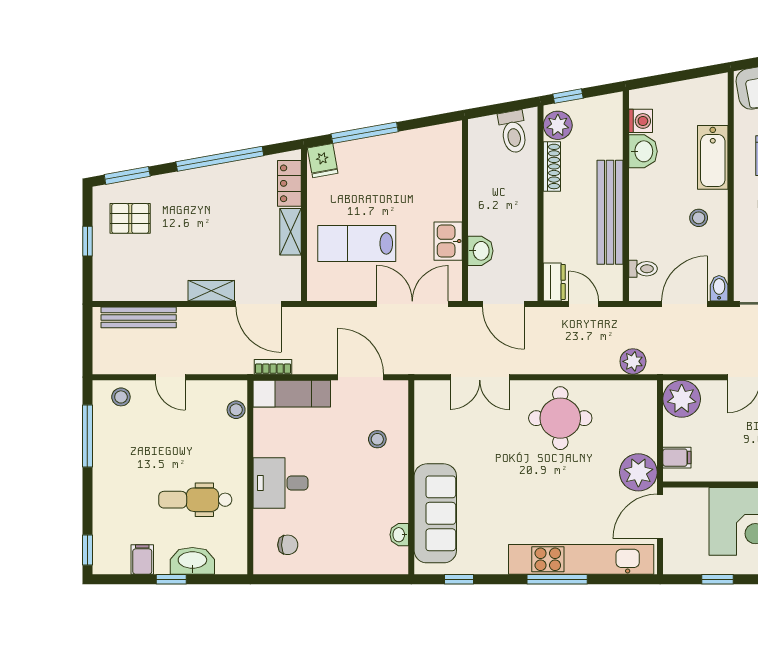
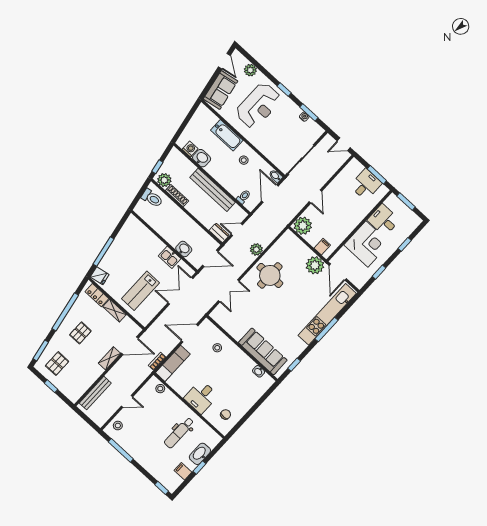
pallet: (209, 211) -> (80, 333), added
plant: (633, 361) -> (256, 249), moved

